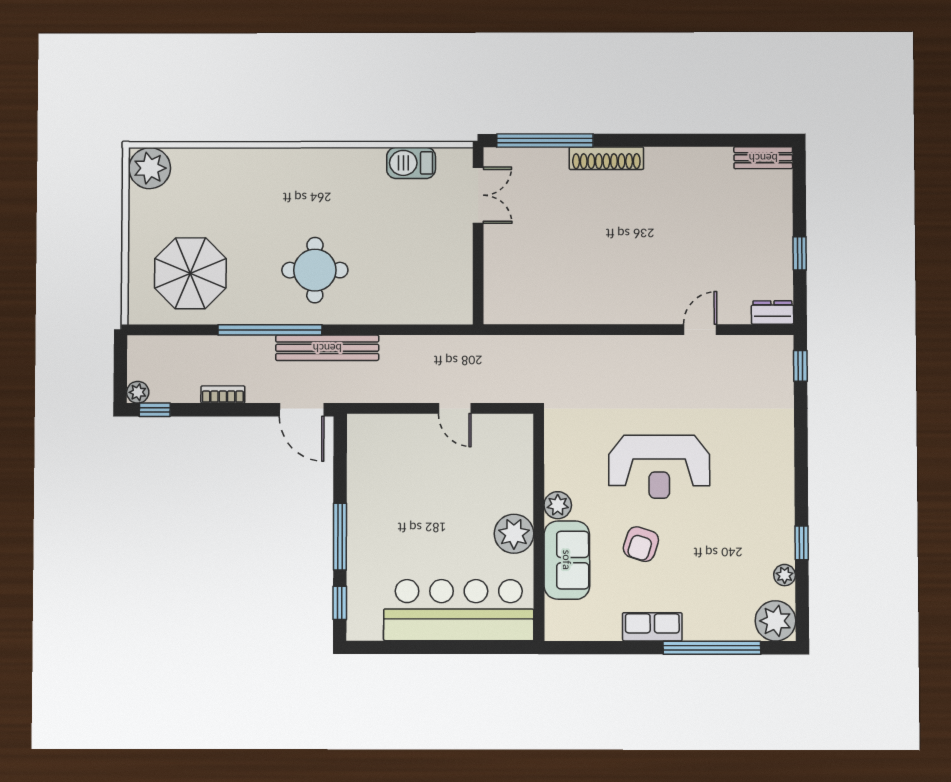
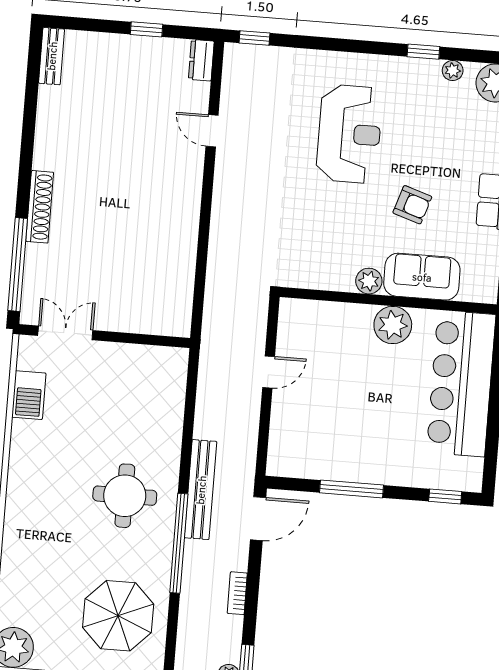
reception desk: (659, 467) -> (349, 134), moved
window: (340, 537) -> (352, 489), moved

